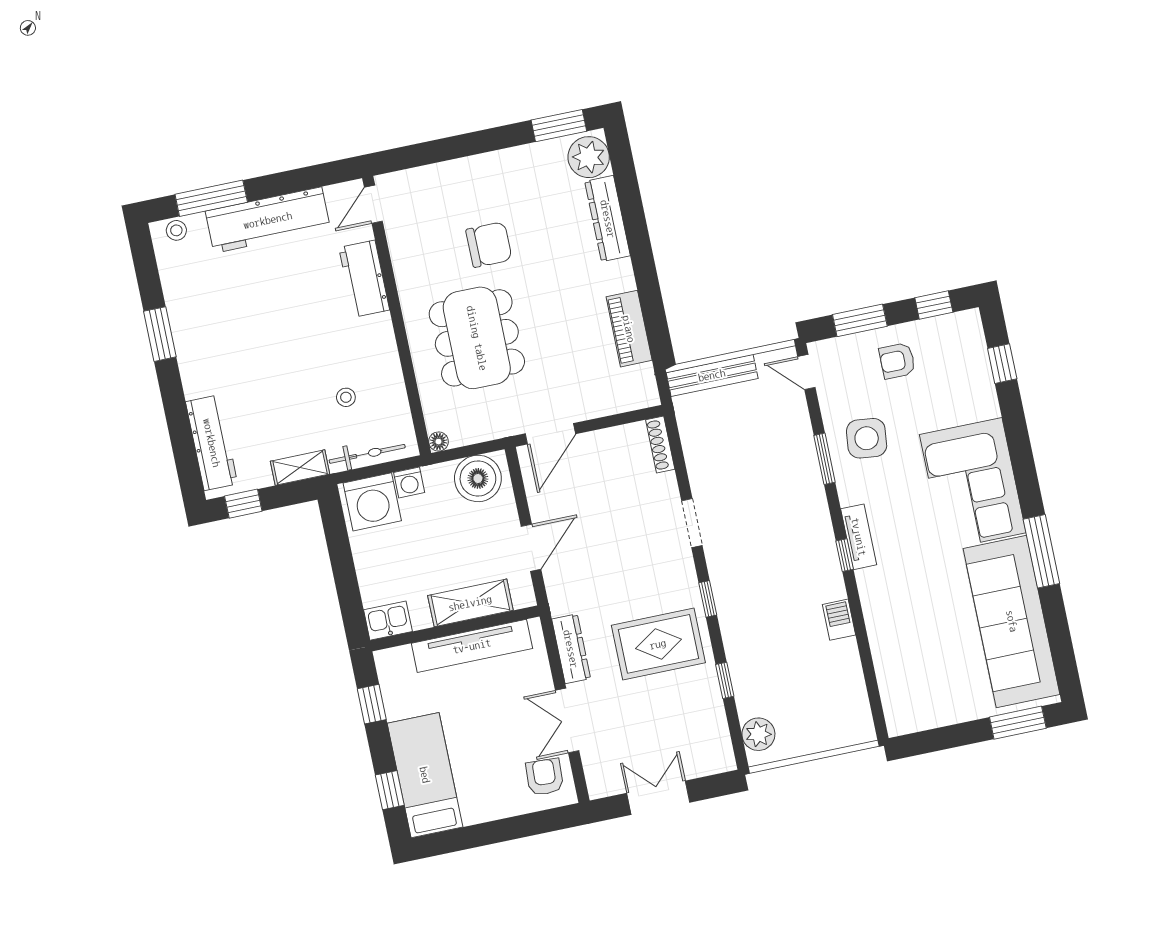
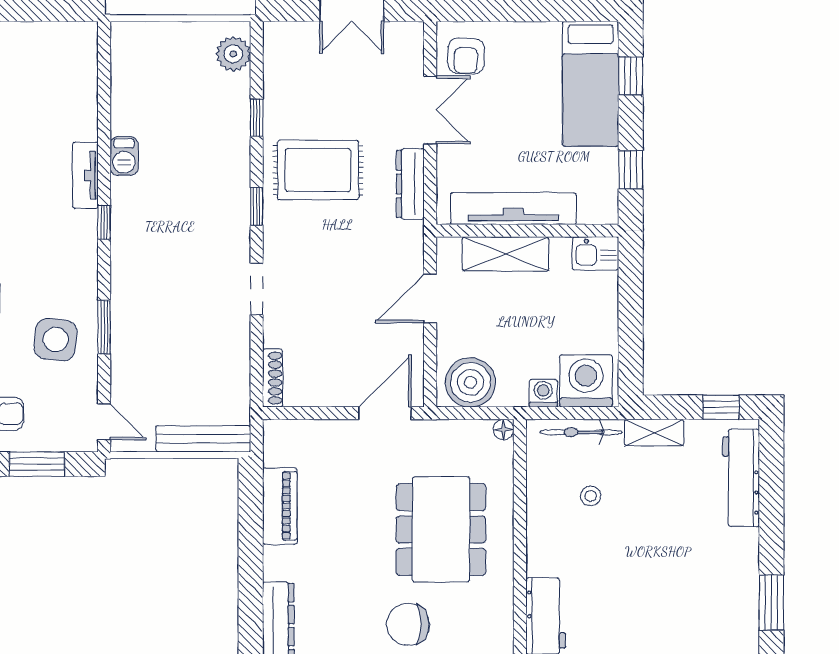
tv unit: (859, 537) -> (85, 175), moved

